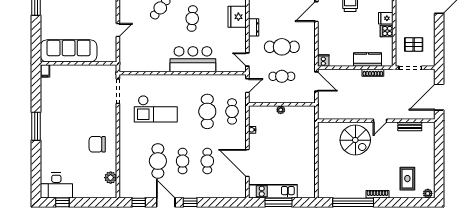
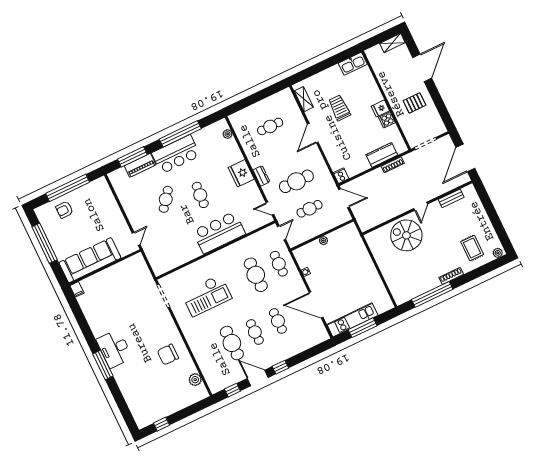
pallet: (414, 44) -> (414, 103), moved
sofa: (69, 51) -> (90, 260), moved
wall: (78, 63) -> (105, 267), moved
filing cabinet: (45, 71) -> (77, 289), moved
spiral stairs: (355, 140) -> (406, 235), turned 180
desk: (56, 186) -> (114, 349), moved, turned 90

